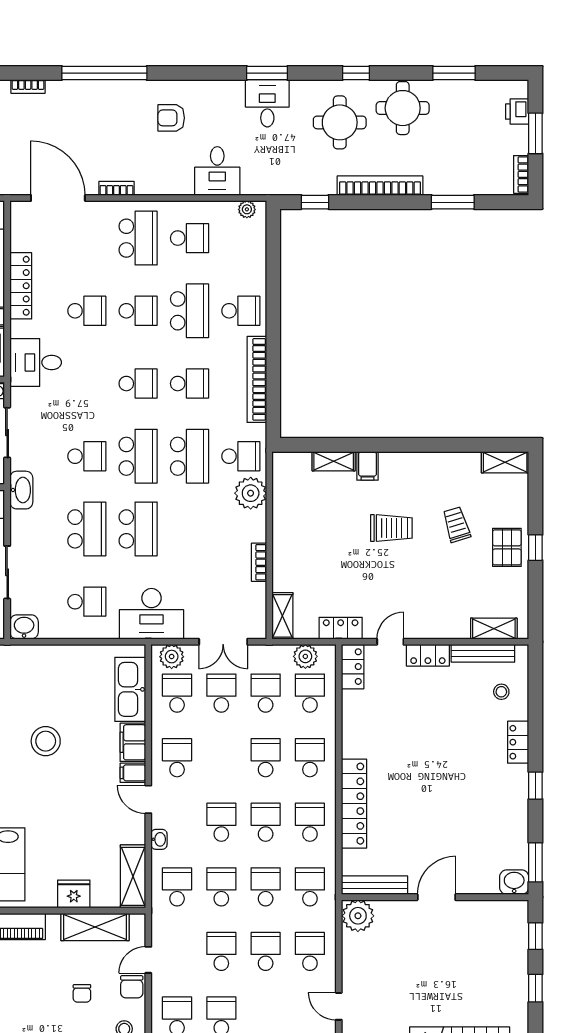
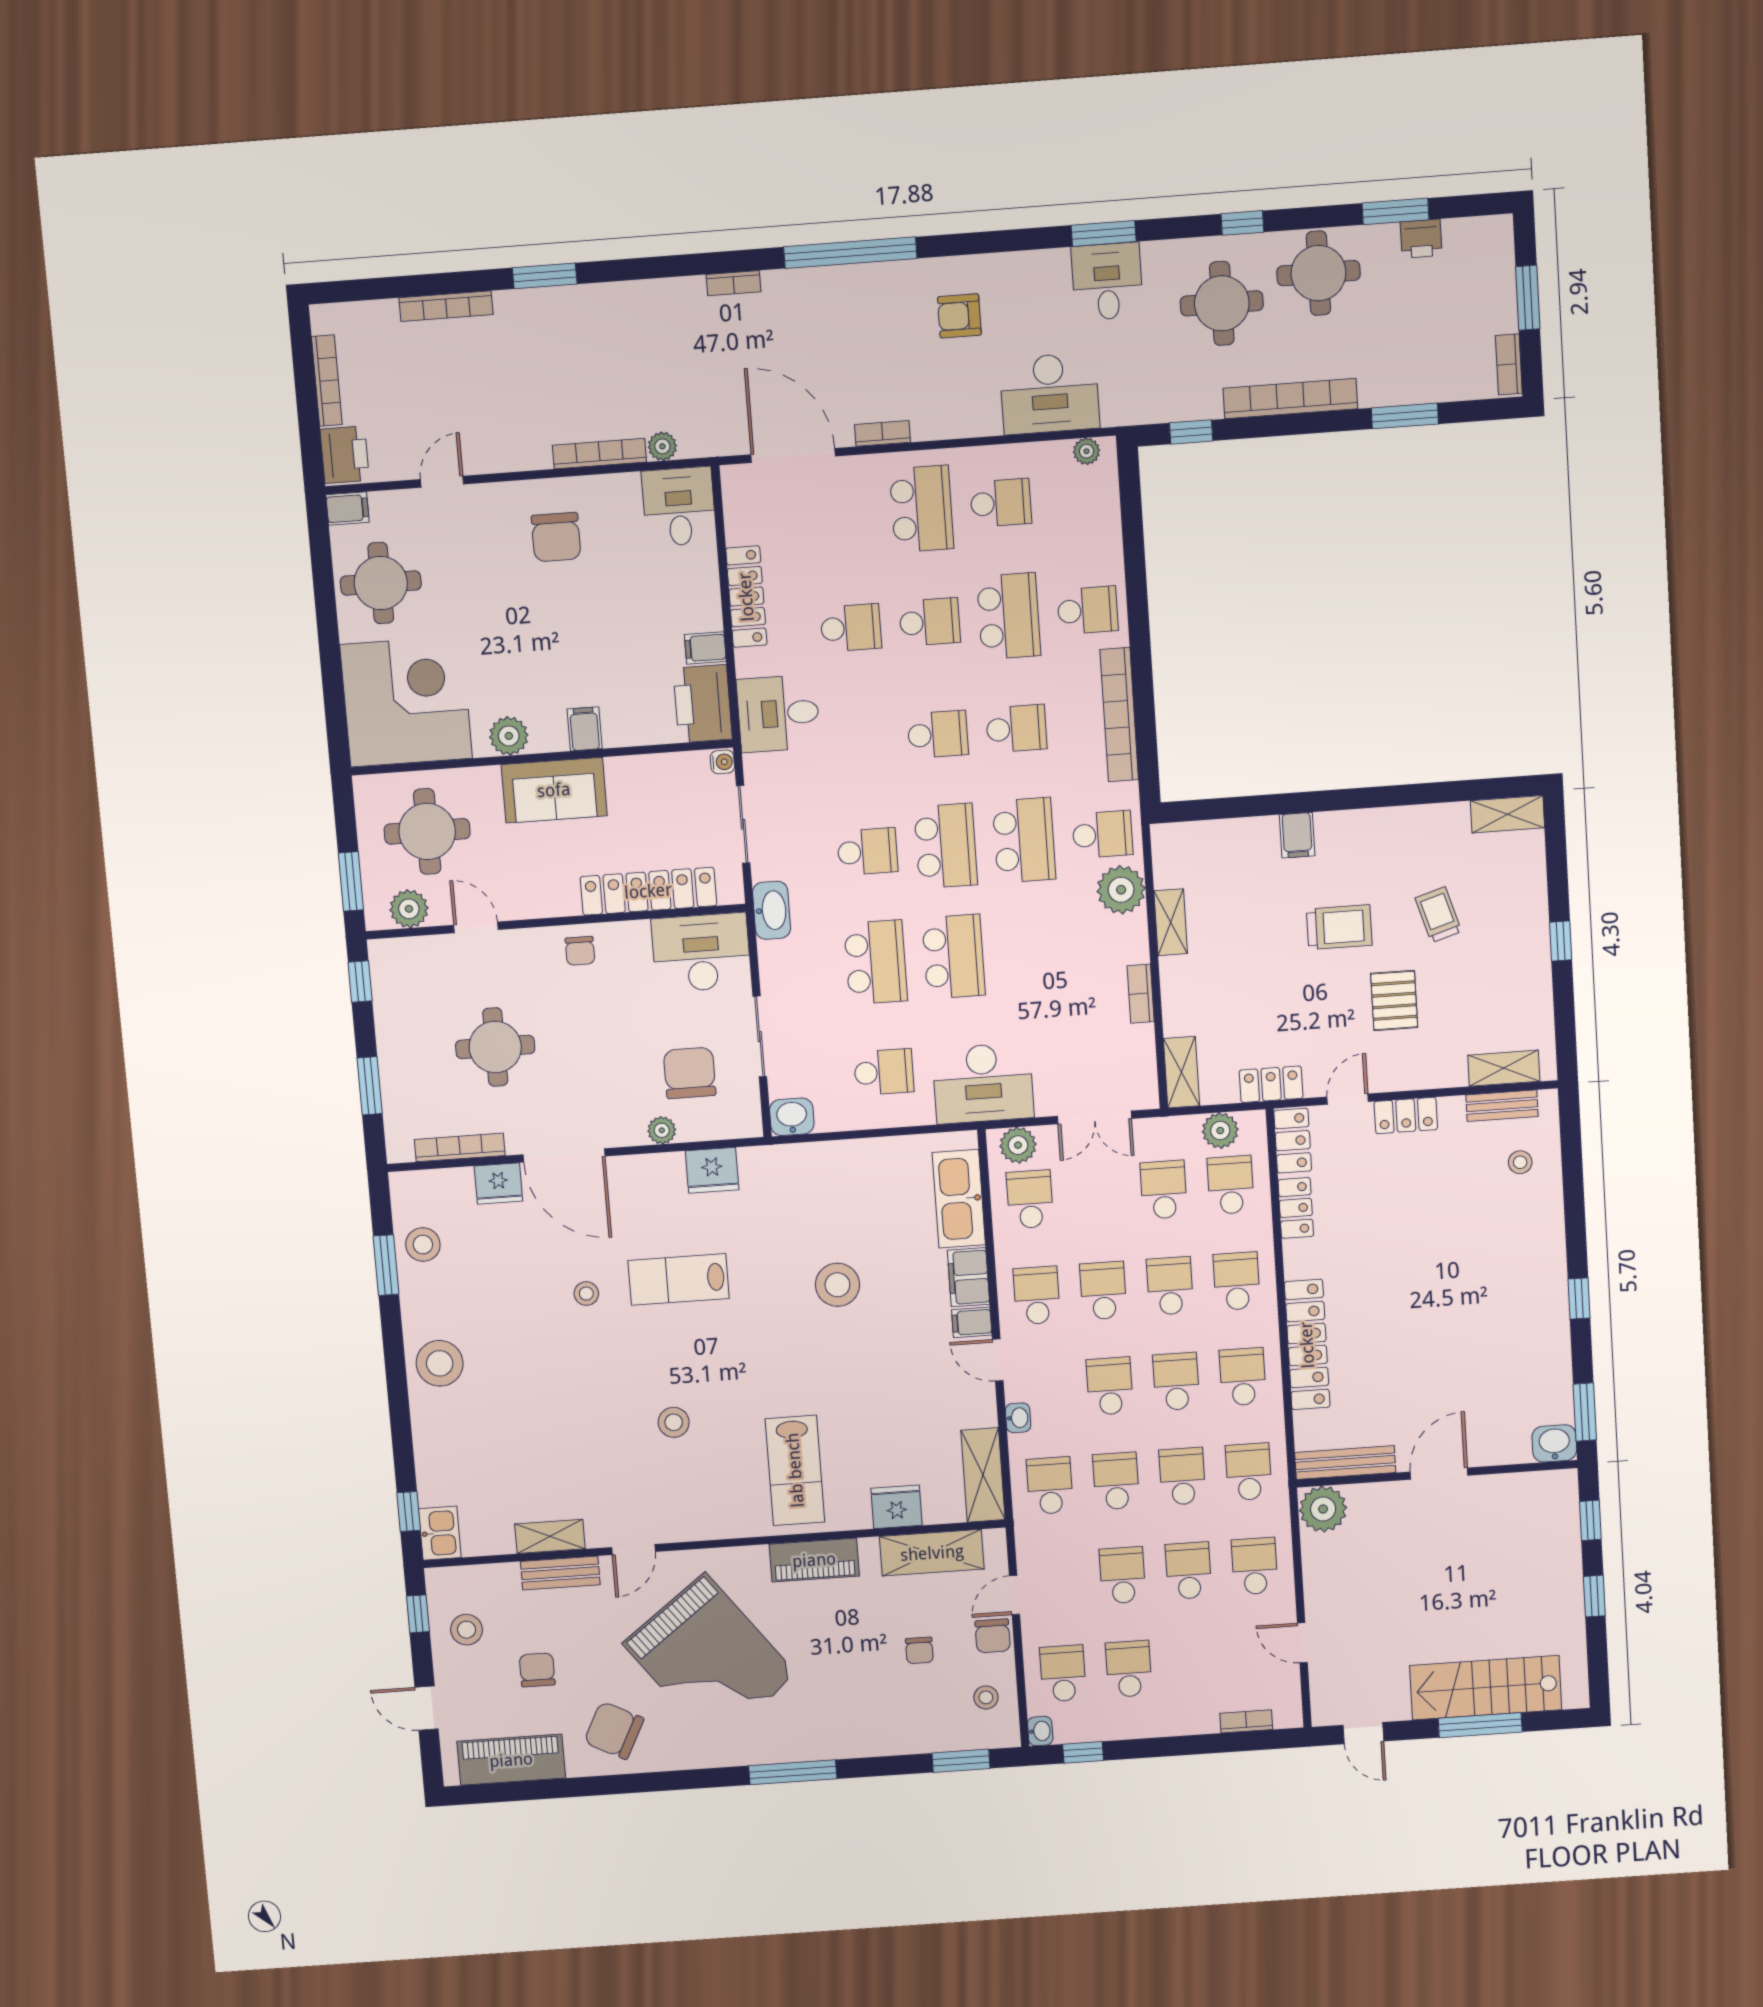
printer: (517, 112) -> (1421, 239), moved, turned -90
desk: (217, 171) -> (1050, 393), width x1.37
shelving: (334, 461) -> (1171, 922), moved, turned 90
pallet: (507, 547) -> (1394, 1000), moved
bench: (483, 653) -> (1502, 1106), width x0.73
school desk: (221, 693) -> (1103, 1291), moved
locker: (518, 742) -> (1296, 1208), moved, turned 180

